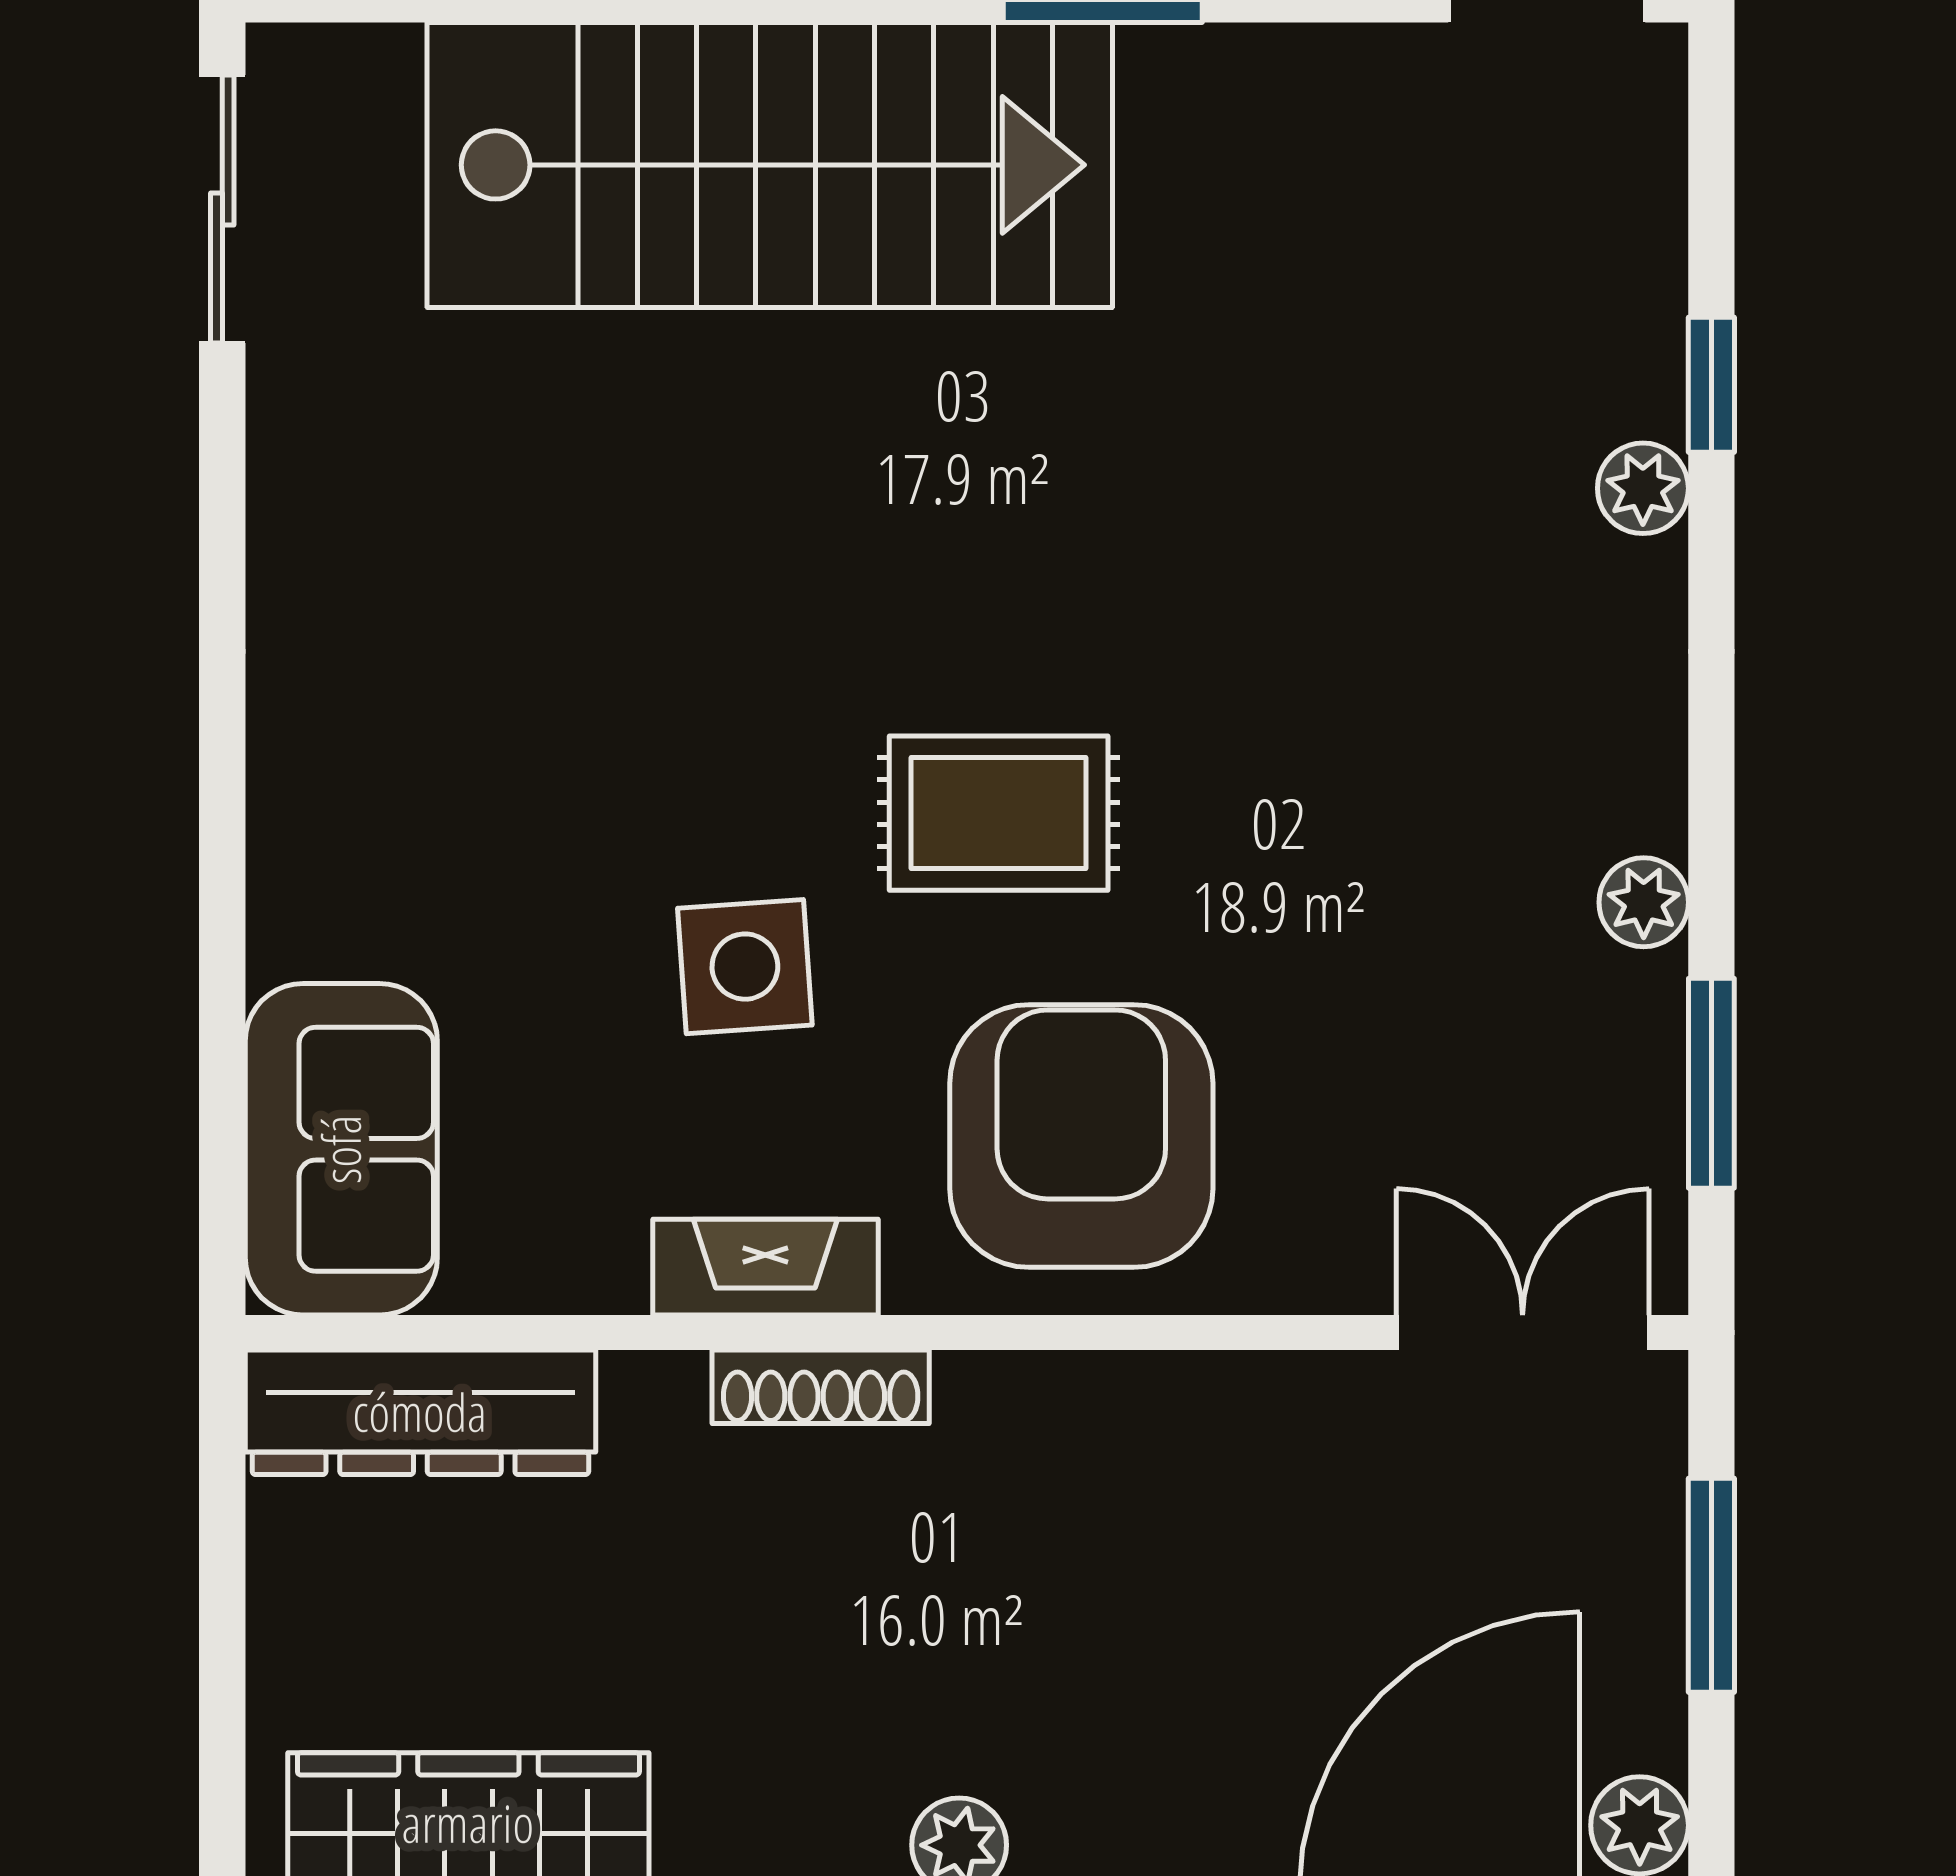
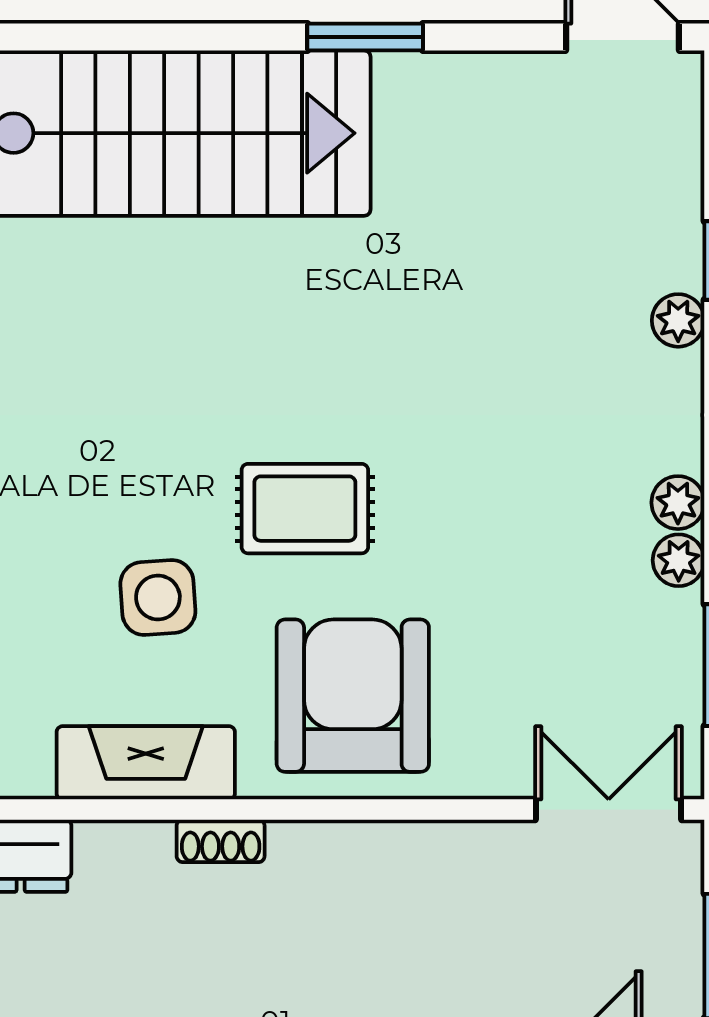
plant: (1643, 803) -> (678, 503), added
fireplace: (765, 1267) -> (146, 763), width x1.37, depth x1.32
shoe rack: (821, 1387) -> (221, 841), width x0.70

